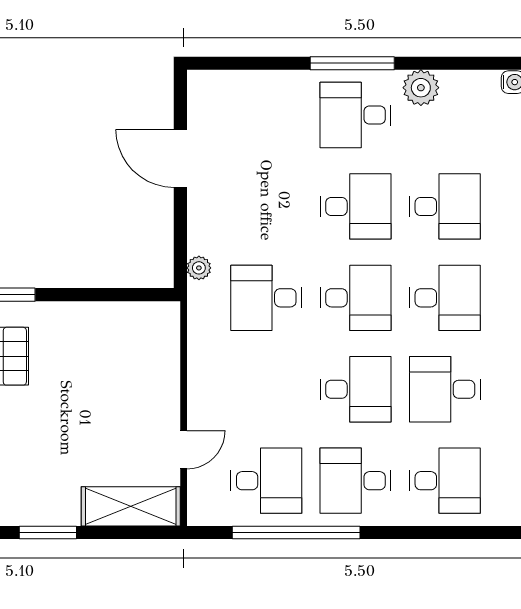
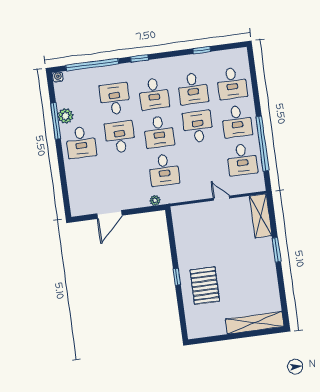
window: (352, 63) -> (56, 121), moved
desk: (356, 298) -> (159, 132), turned 180
desk: (445, 298) -> (154, 94), turned 180
door: (184, 450) -> (222, 198), moved
desk: (266, 481) -> (242, 160), turned 180
desk: (445, 481) -> (232, 83), turned 180

